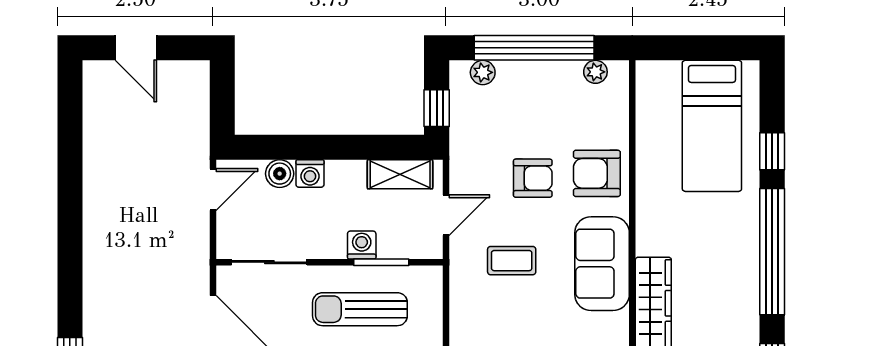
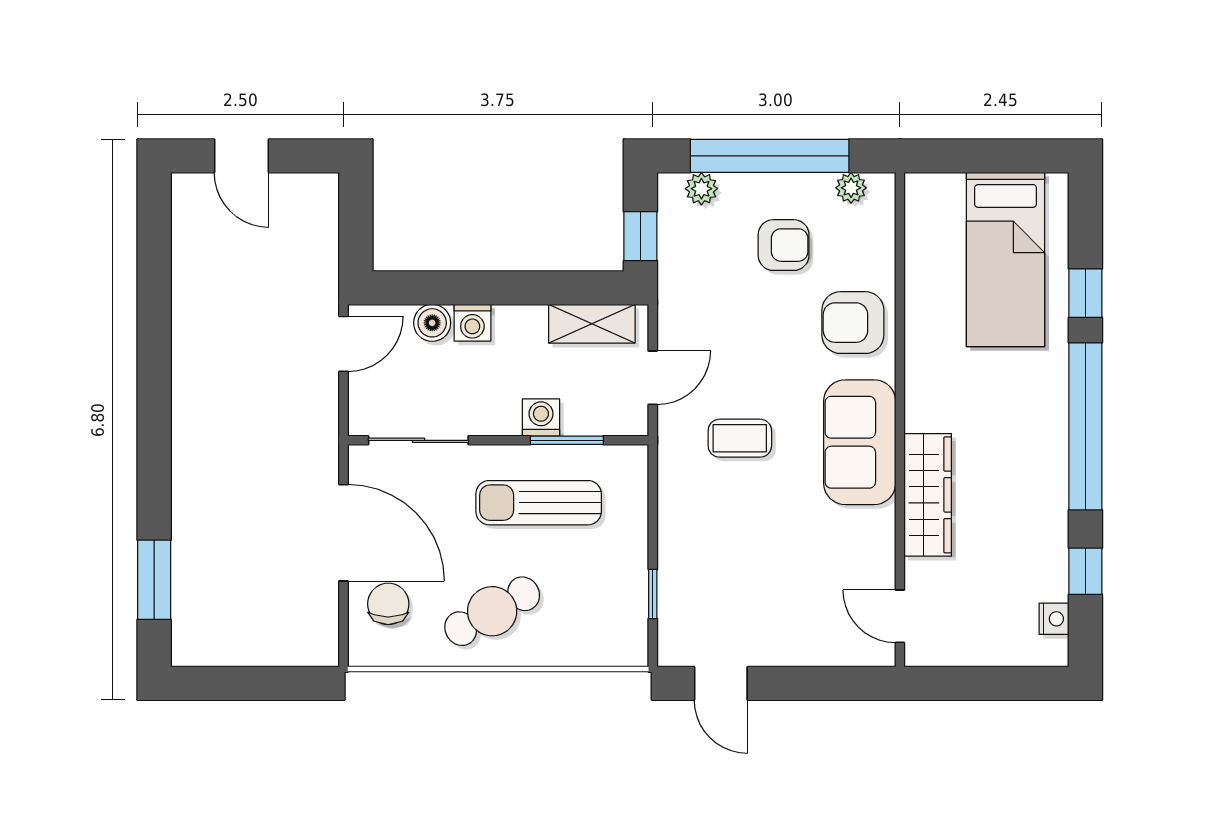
armchair: (533, 178) -> (784, 245), moved

